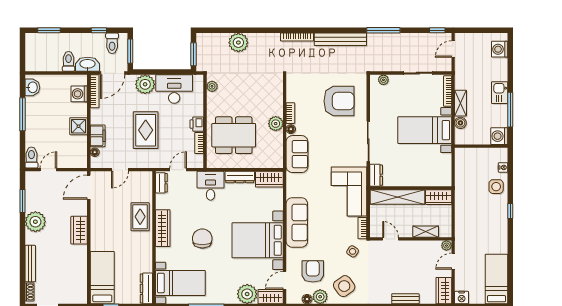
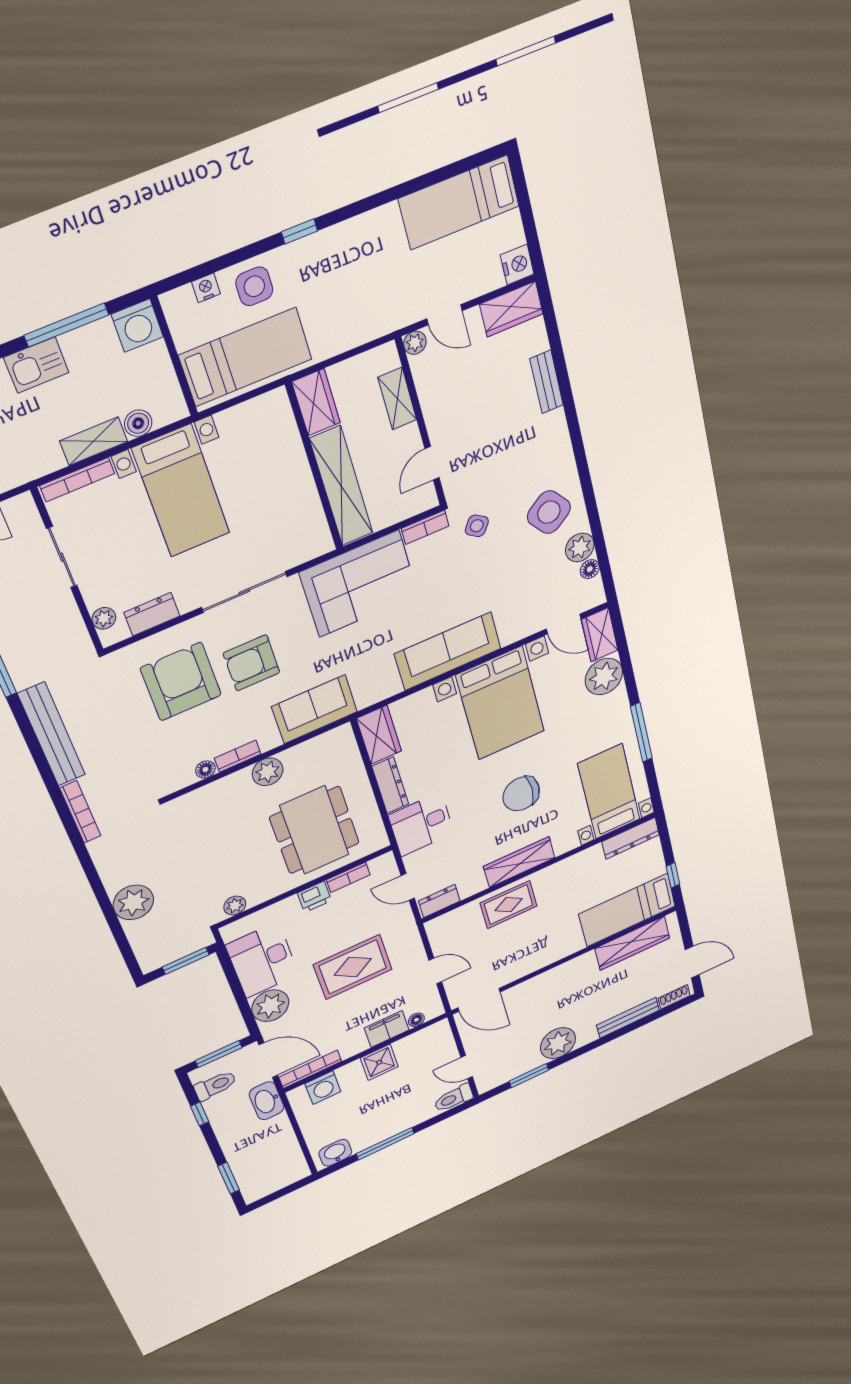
toilet: (69, 61) -> (272, 1128), removed
floor lamp: (291, 129) -> (205, 769), moved
bed: (469, 174) -> (246, 357), added
dresser: (376, 175) -> (152, 614), moved
wardrobe: (79, 230) -> (632, 943), moved, width x1.50
armchair: (313, 271) -> (252, 663), moved

